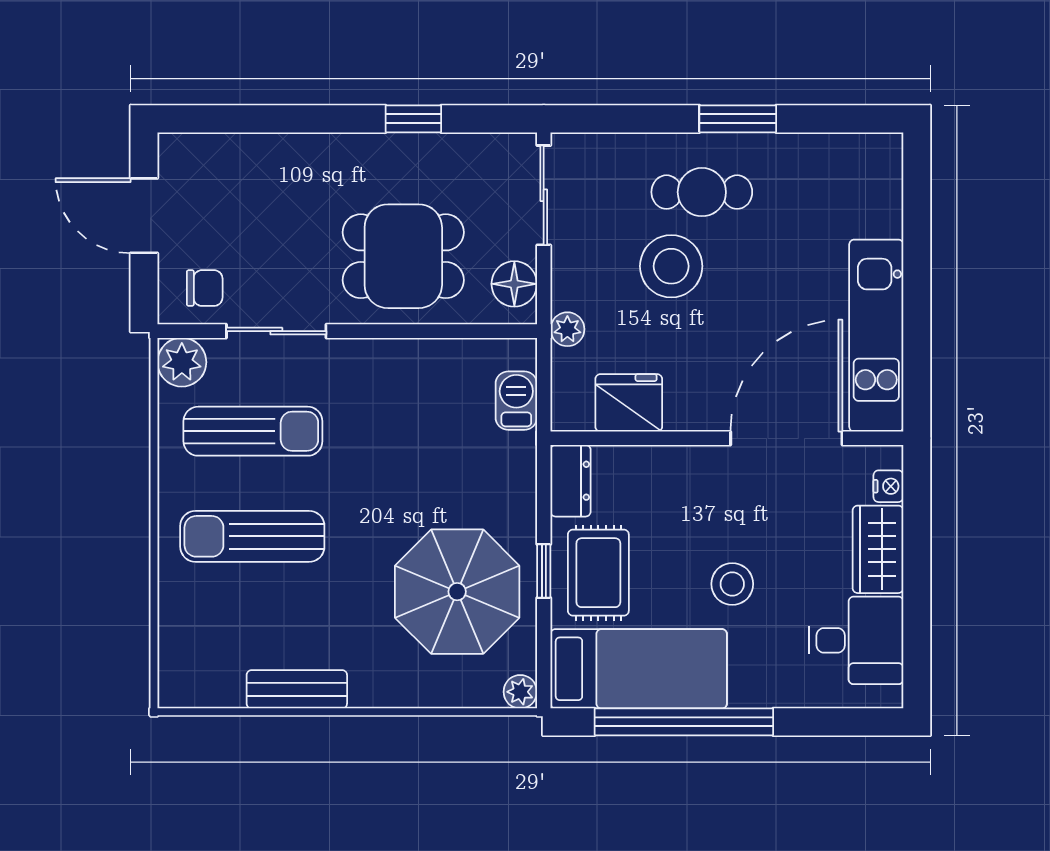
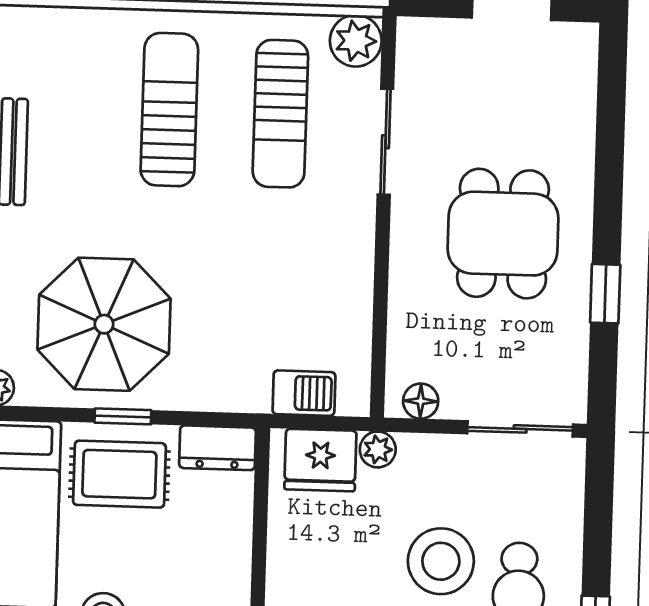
dining table: (403, 256) -> (503, 234), moved
floor lamp: (514, 284) -> (421, 401), width x0.73, depth x0.73
chair: (205, 288) -> (433, 67), removed
fridge: (629, 403) -> (320, 460), moved, turned 90

